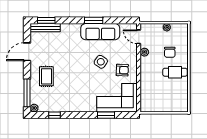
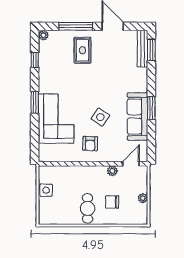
rug: (46, 76) -> (83, 50), turned 90
window: (27, 93) -> (76, 26), moved
corner sofa: (117, 98) -> (56, 119), moved
side table: (160, 106) -> (46, 190), added
window: (106, 115) -> (35, 102), moved

